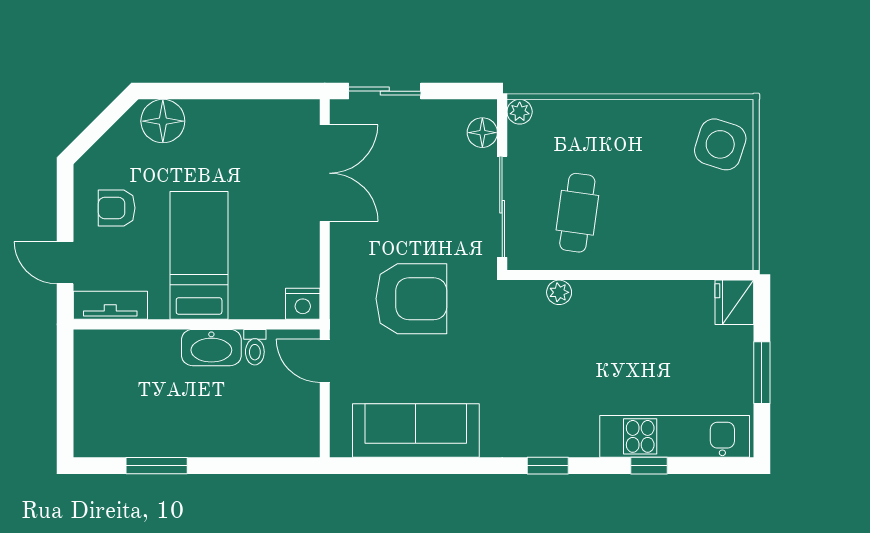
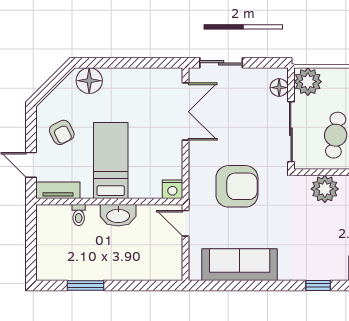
plant: (520, 112) -> (308, 82), width x1.88, depth x1.88
armchair: (117, 208) -> (62, 132), turned -117
plant: (559, 292) -> (325, 189), width x1.88, depth x1.88
toilet: (255, 347) -> (79, 215), moved

